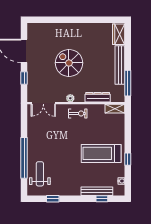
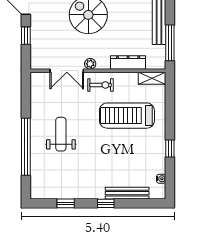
double door: (43, 103) -> (67, 71), moved
treadmill: (101, 153) -> (127, 116), moved
weight bench: (40, 174) -> (61, 134), moved
window: (102, 199) -> (106, 203), moved

